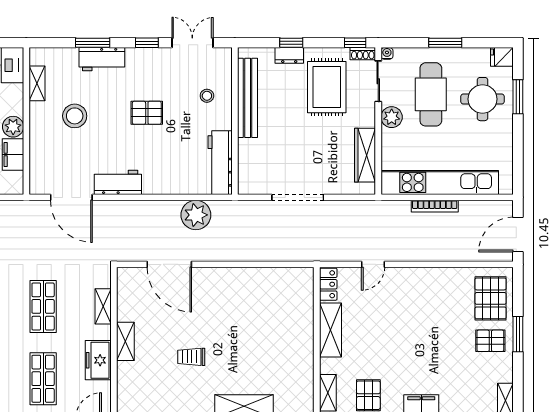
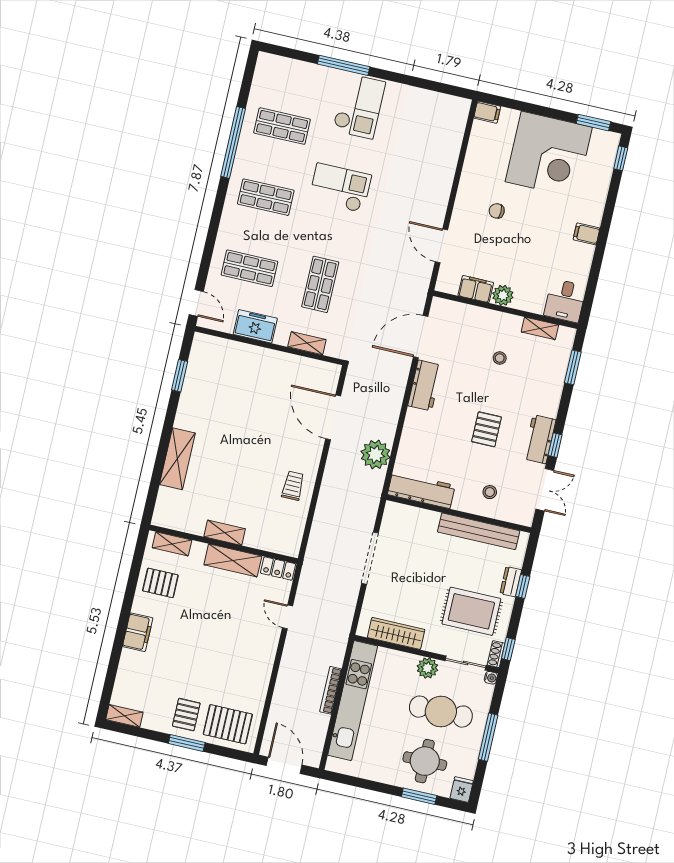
window: (93, 43) -> (573, 367), moved
window: (445, 43) -> (488, 737), width x1.44
workbench: (102, 59) -> (540, 439), moved
stool: (75, 116) -> (500, 358), width x0.53, depth x0.53
door: (169, 264) -> (333, 417), hinge flipped
shop shelf: (43, 306) -> (320, 284), turned 90
shelving: (125, 341) -> (225, 533), moved
trolley: (191, 357) -> (293, 486), moved

